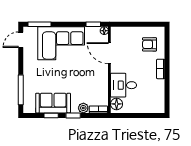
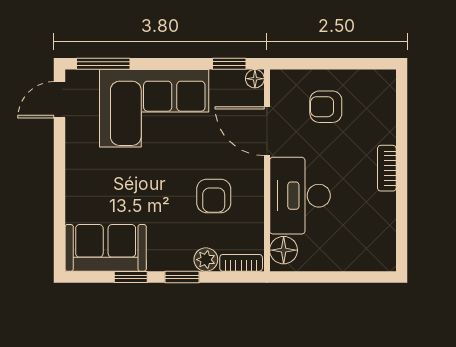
armchair: (149, 44) -> (326, 107), moved
armchair: (87, 81) -> (214, 196), added
desk: (124, 85) -> (300, 196), width x1.37
window: (21, 90) -> (59, 217), removed
sofa: (53, 103) -> (106, 248), moved

